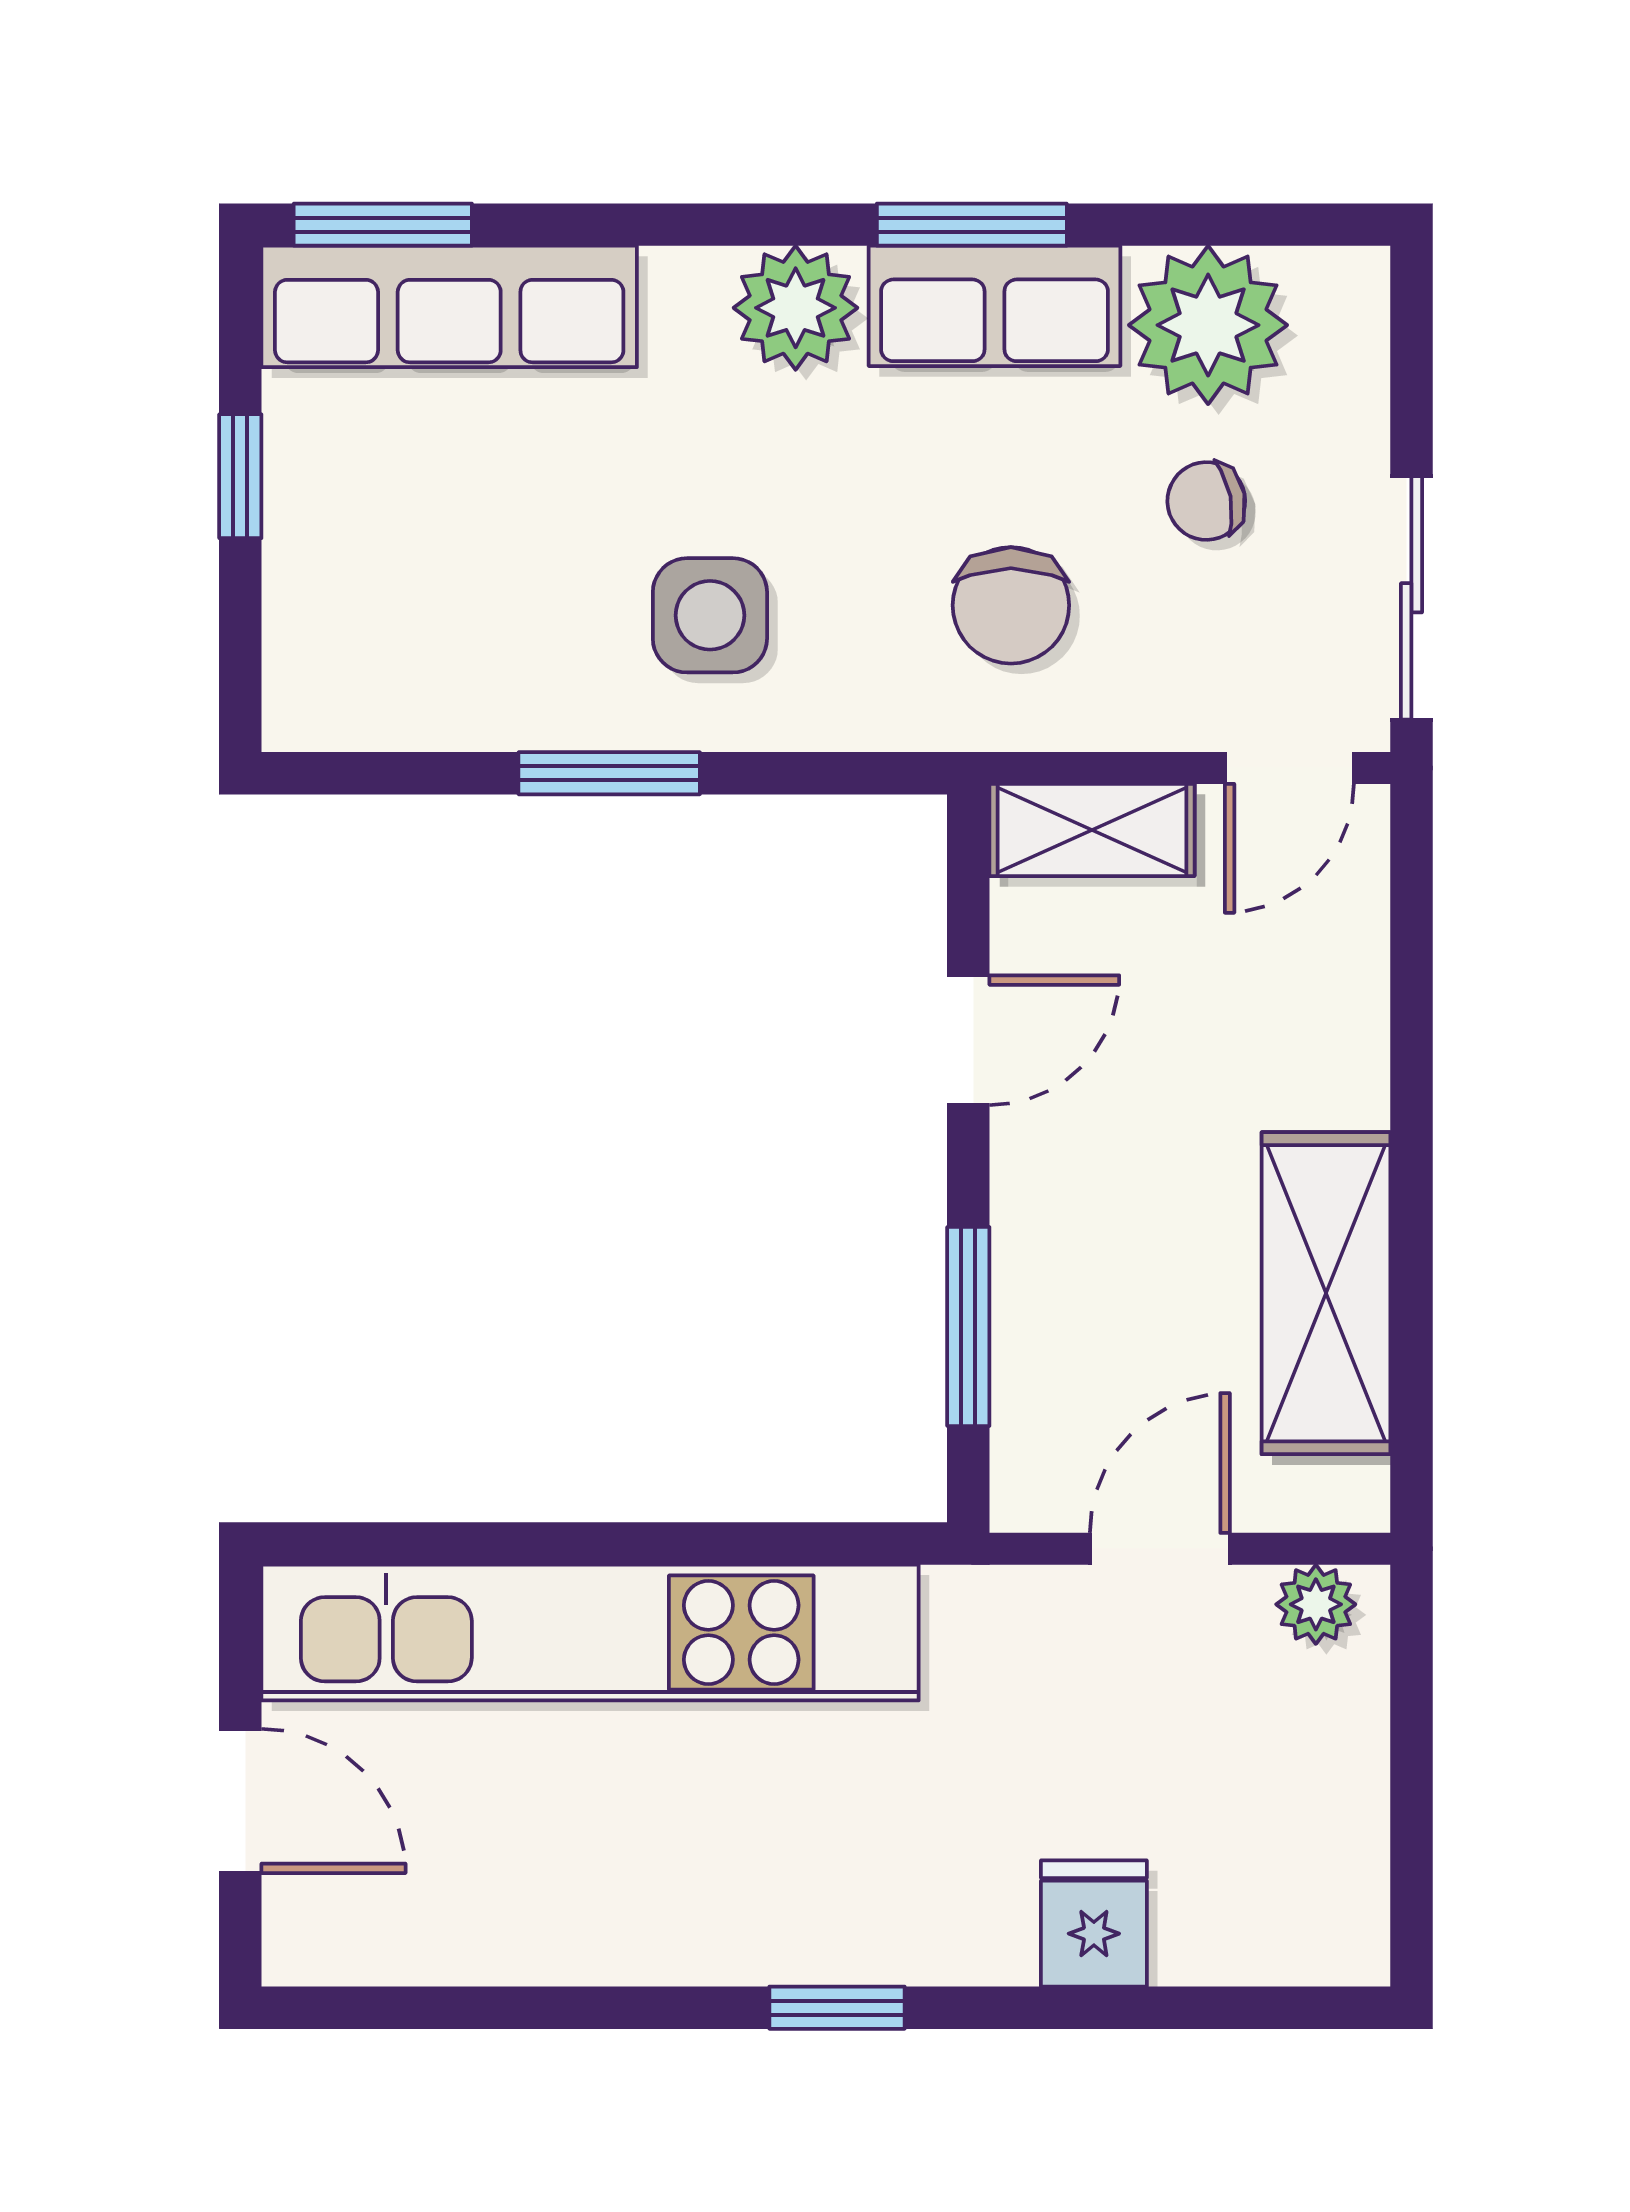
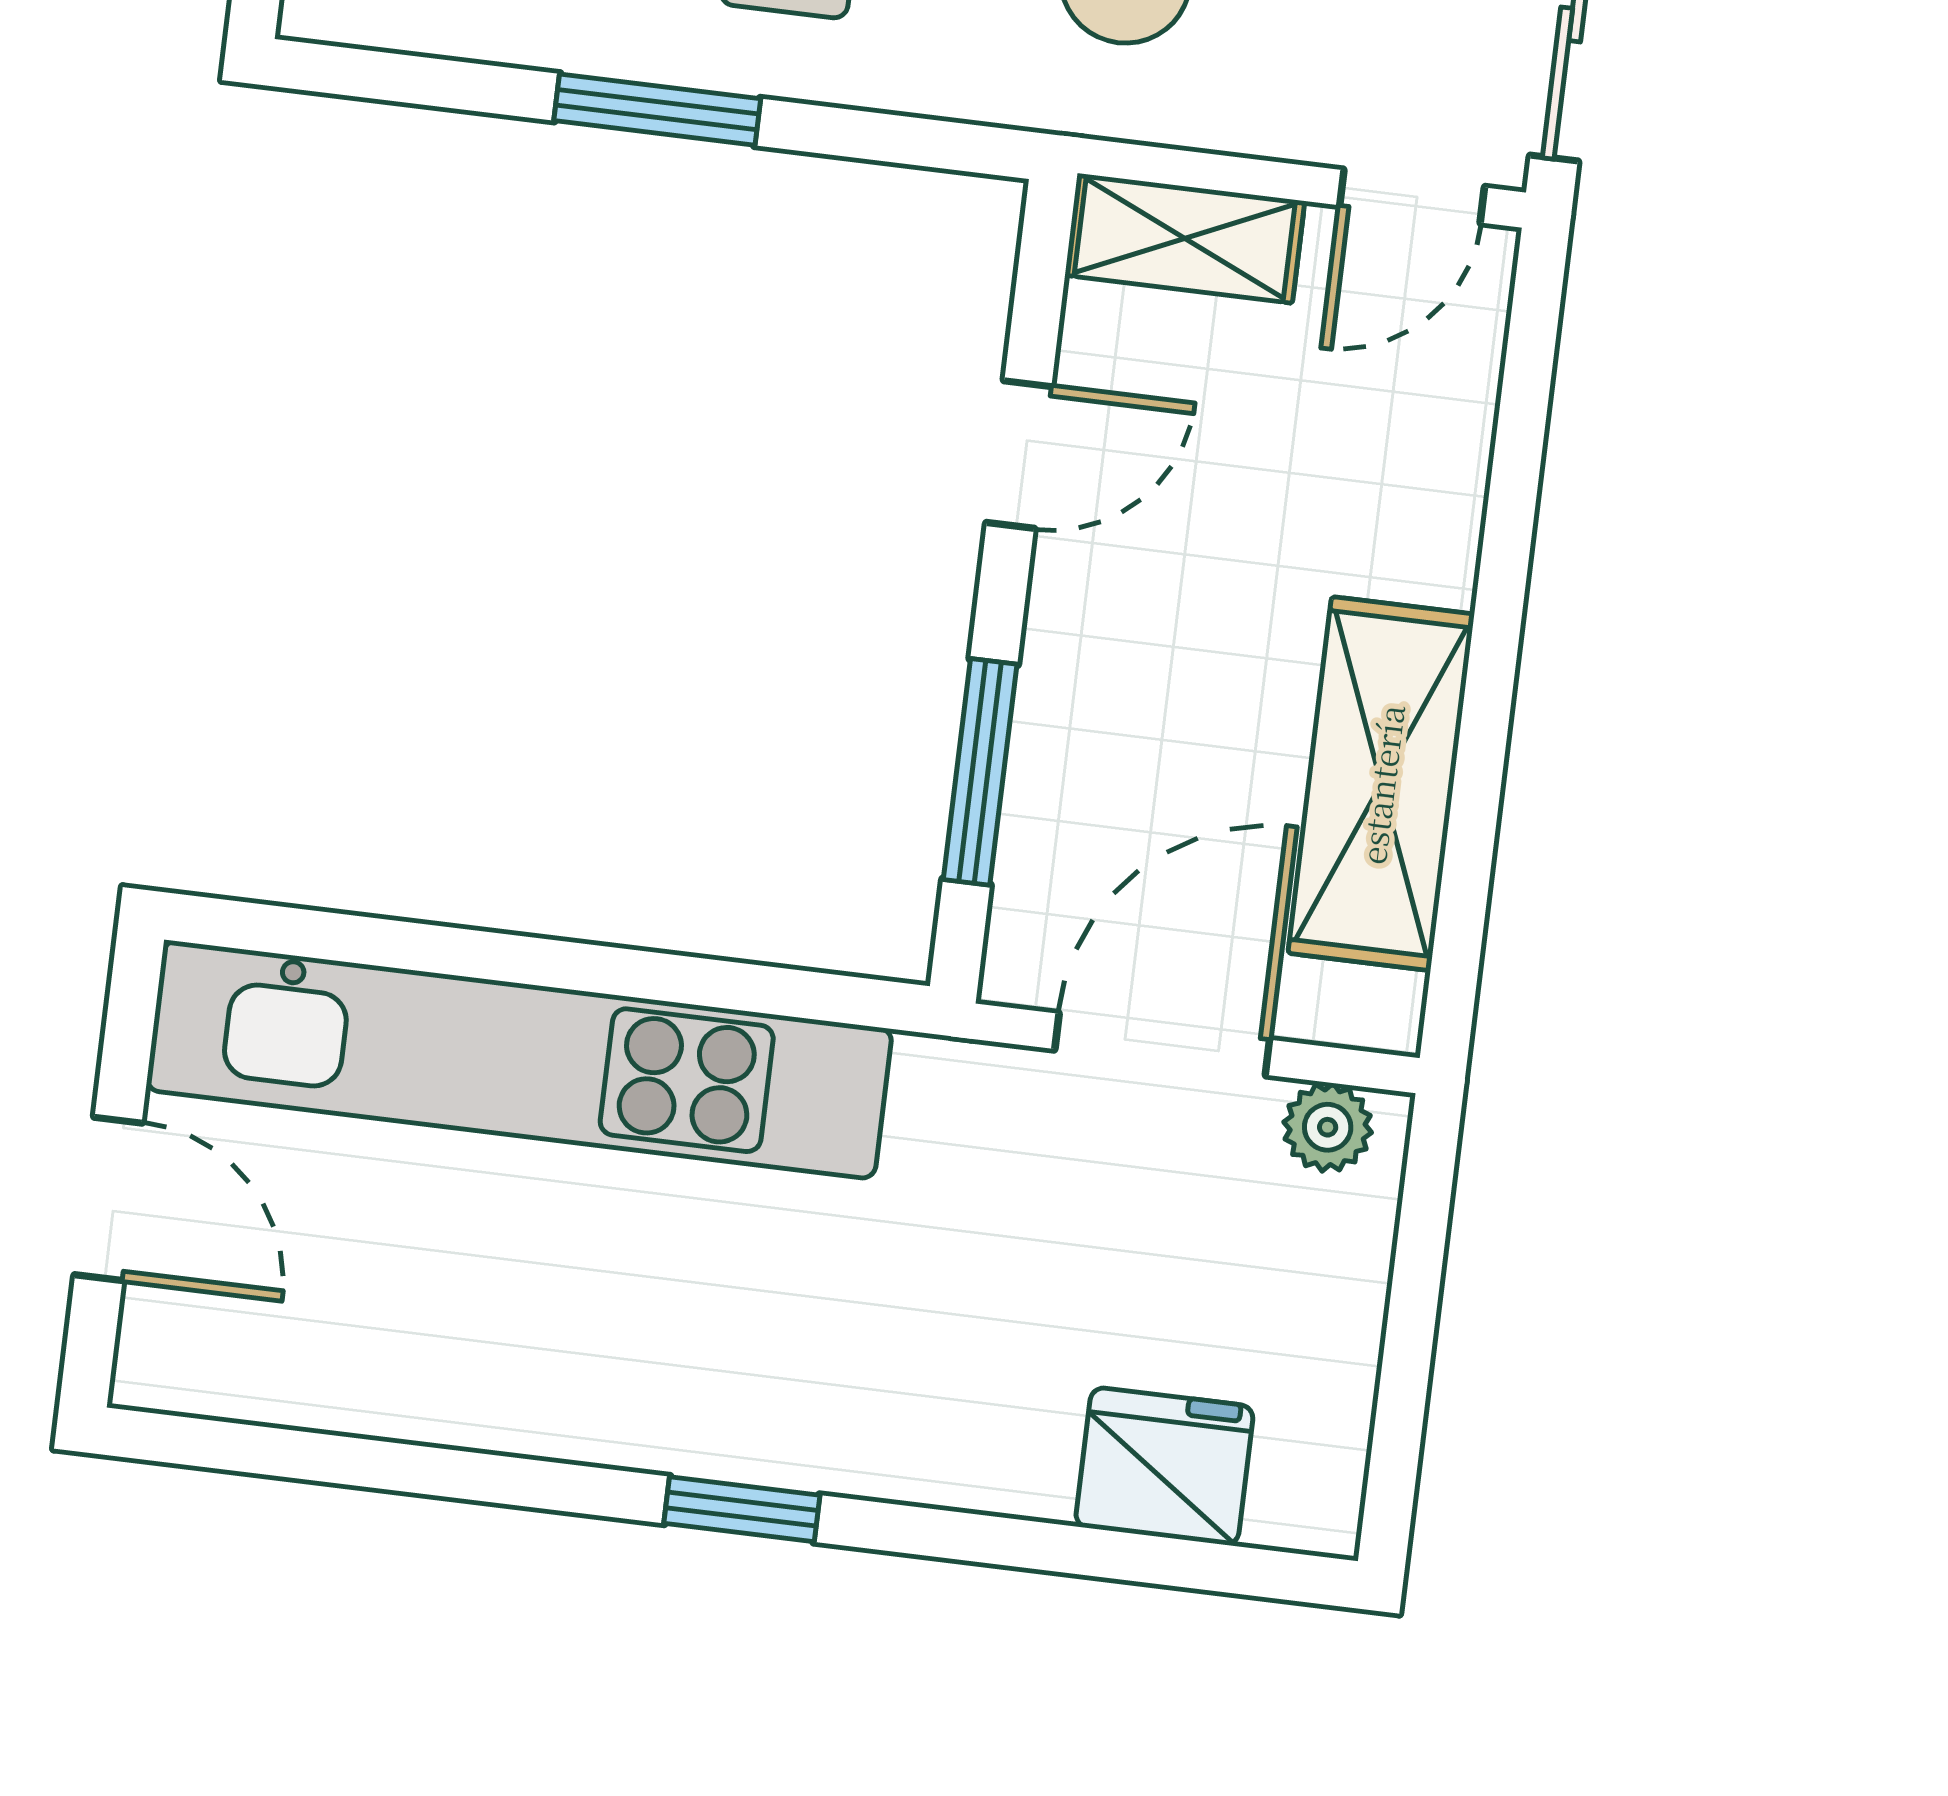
door: (1160, 1549) -> (1162, 1044), width x1.38
fridge: (1094, 1923) -> (1164, 1466), moved, width x1.38

